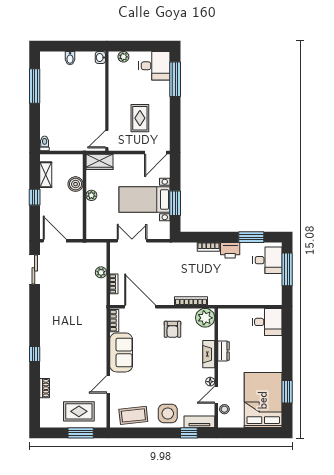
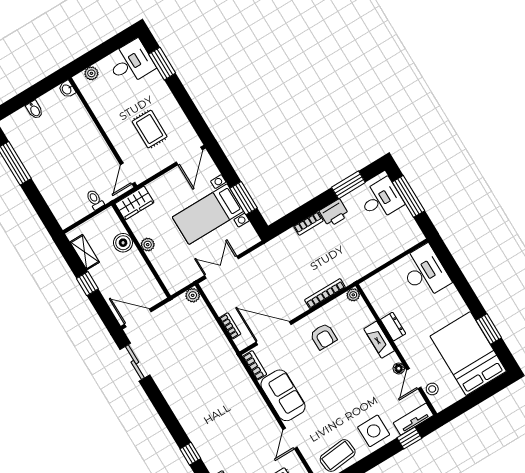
window: (175, 79) -> (162, 64), width x0.69
toilet: (45, 143) -> (95, 200), moved
plant: (101, 272) -> (193, 295), moved
plant: (205, 318) -> (353, 295), width x0.53, depth x0.53
desk: (267, 322) -> (425, 272), width x1.37

